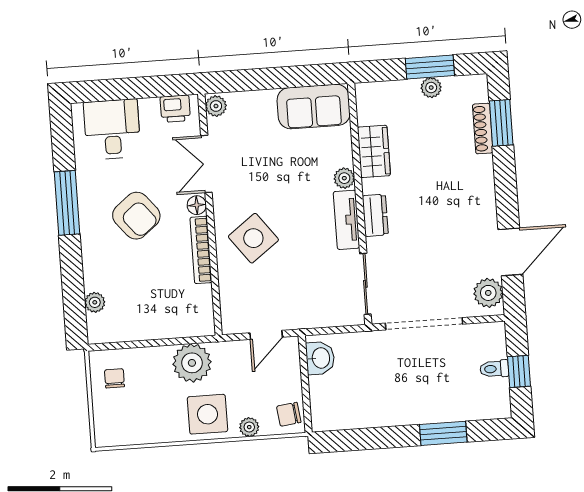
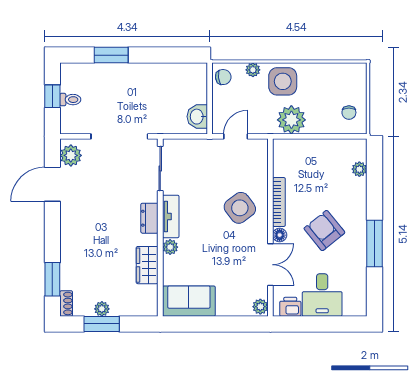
desk: (112, 129) -> (322, 295), moved
shoe rack: (483, 129) -> (66, 303), moved, width x0.70

